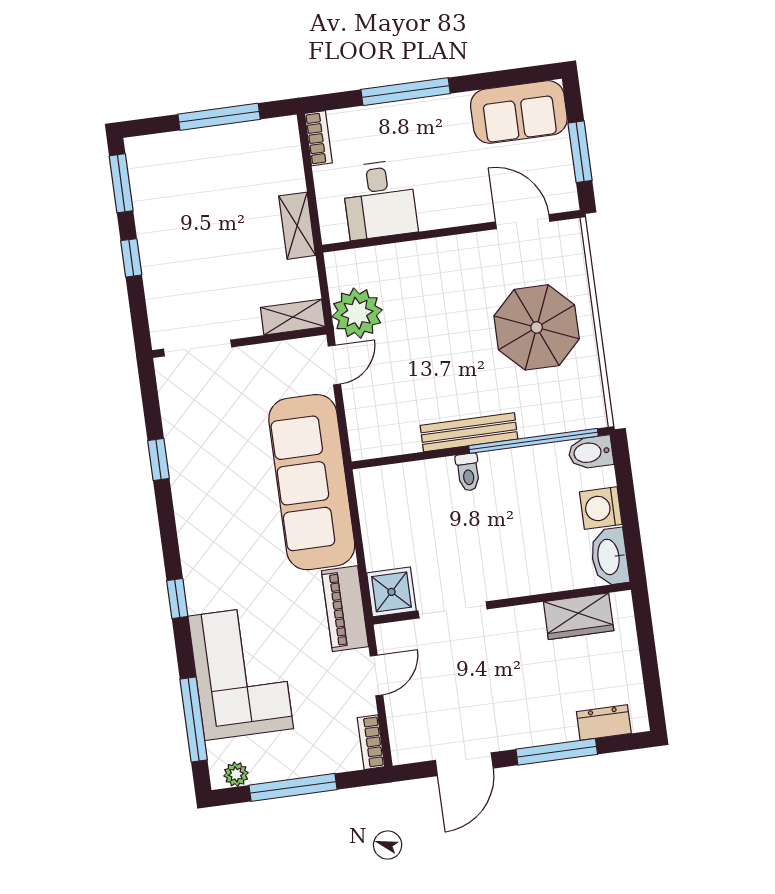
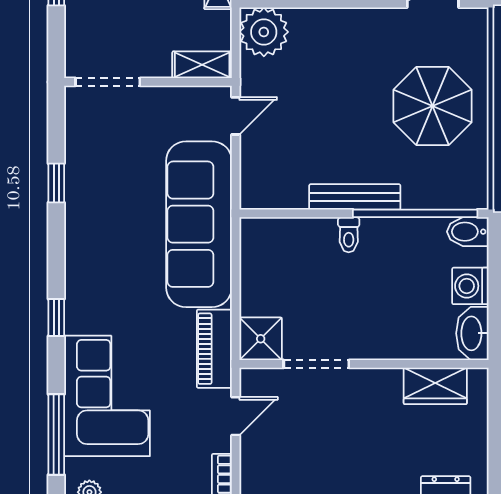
plant: (357, 313) -> (264, 32), moved

